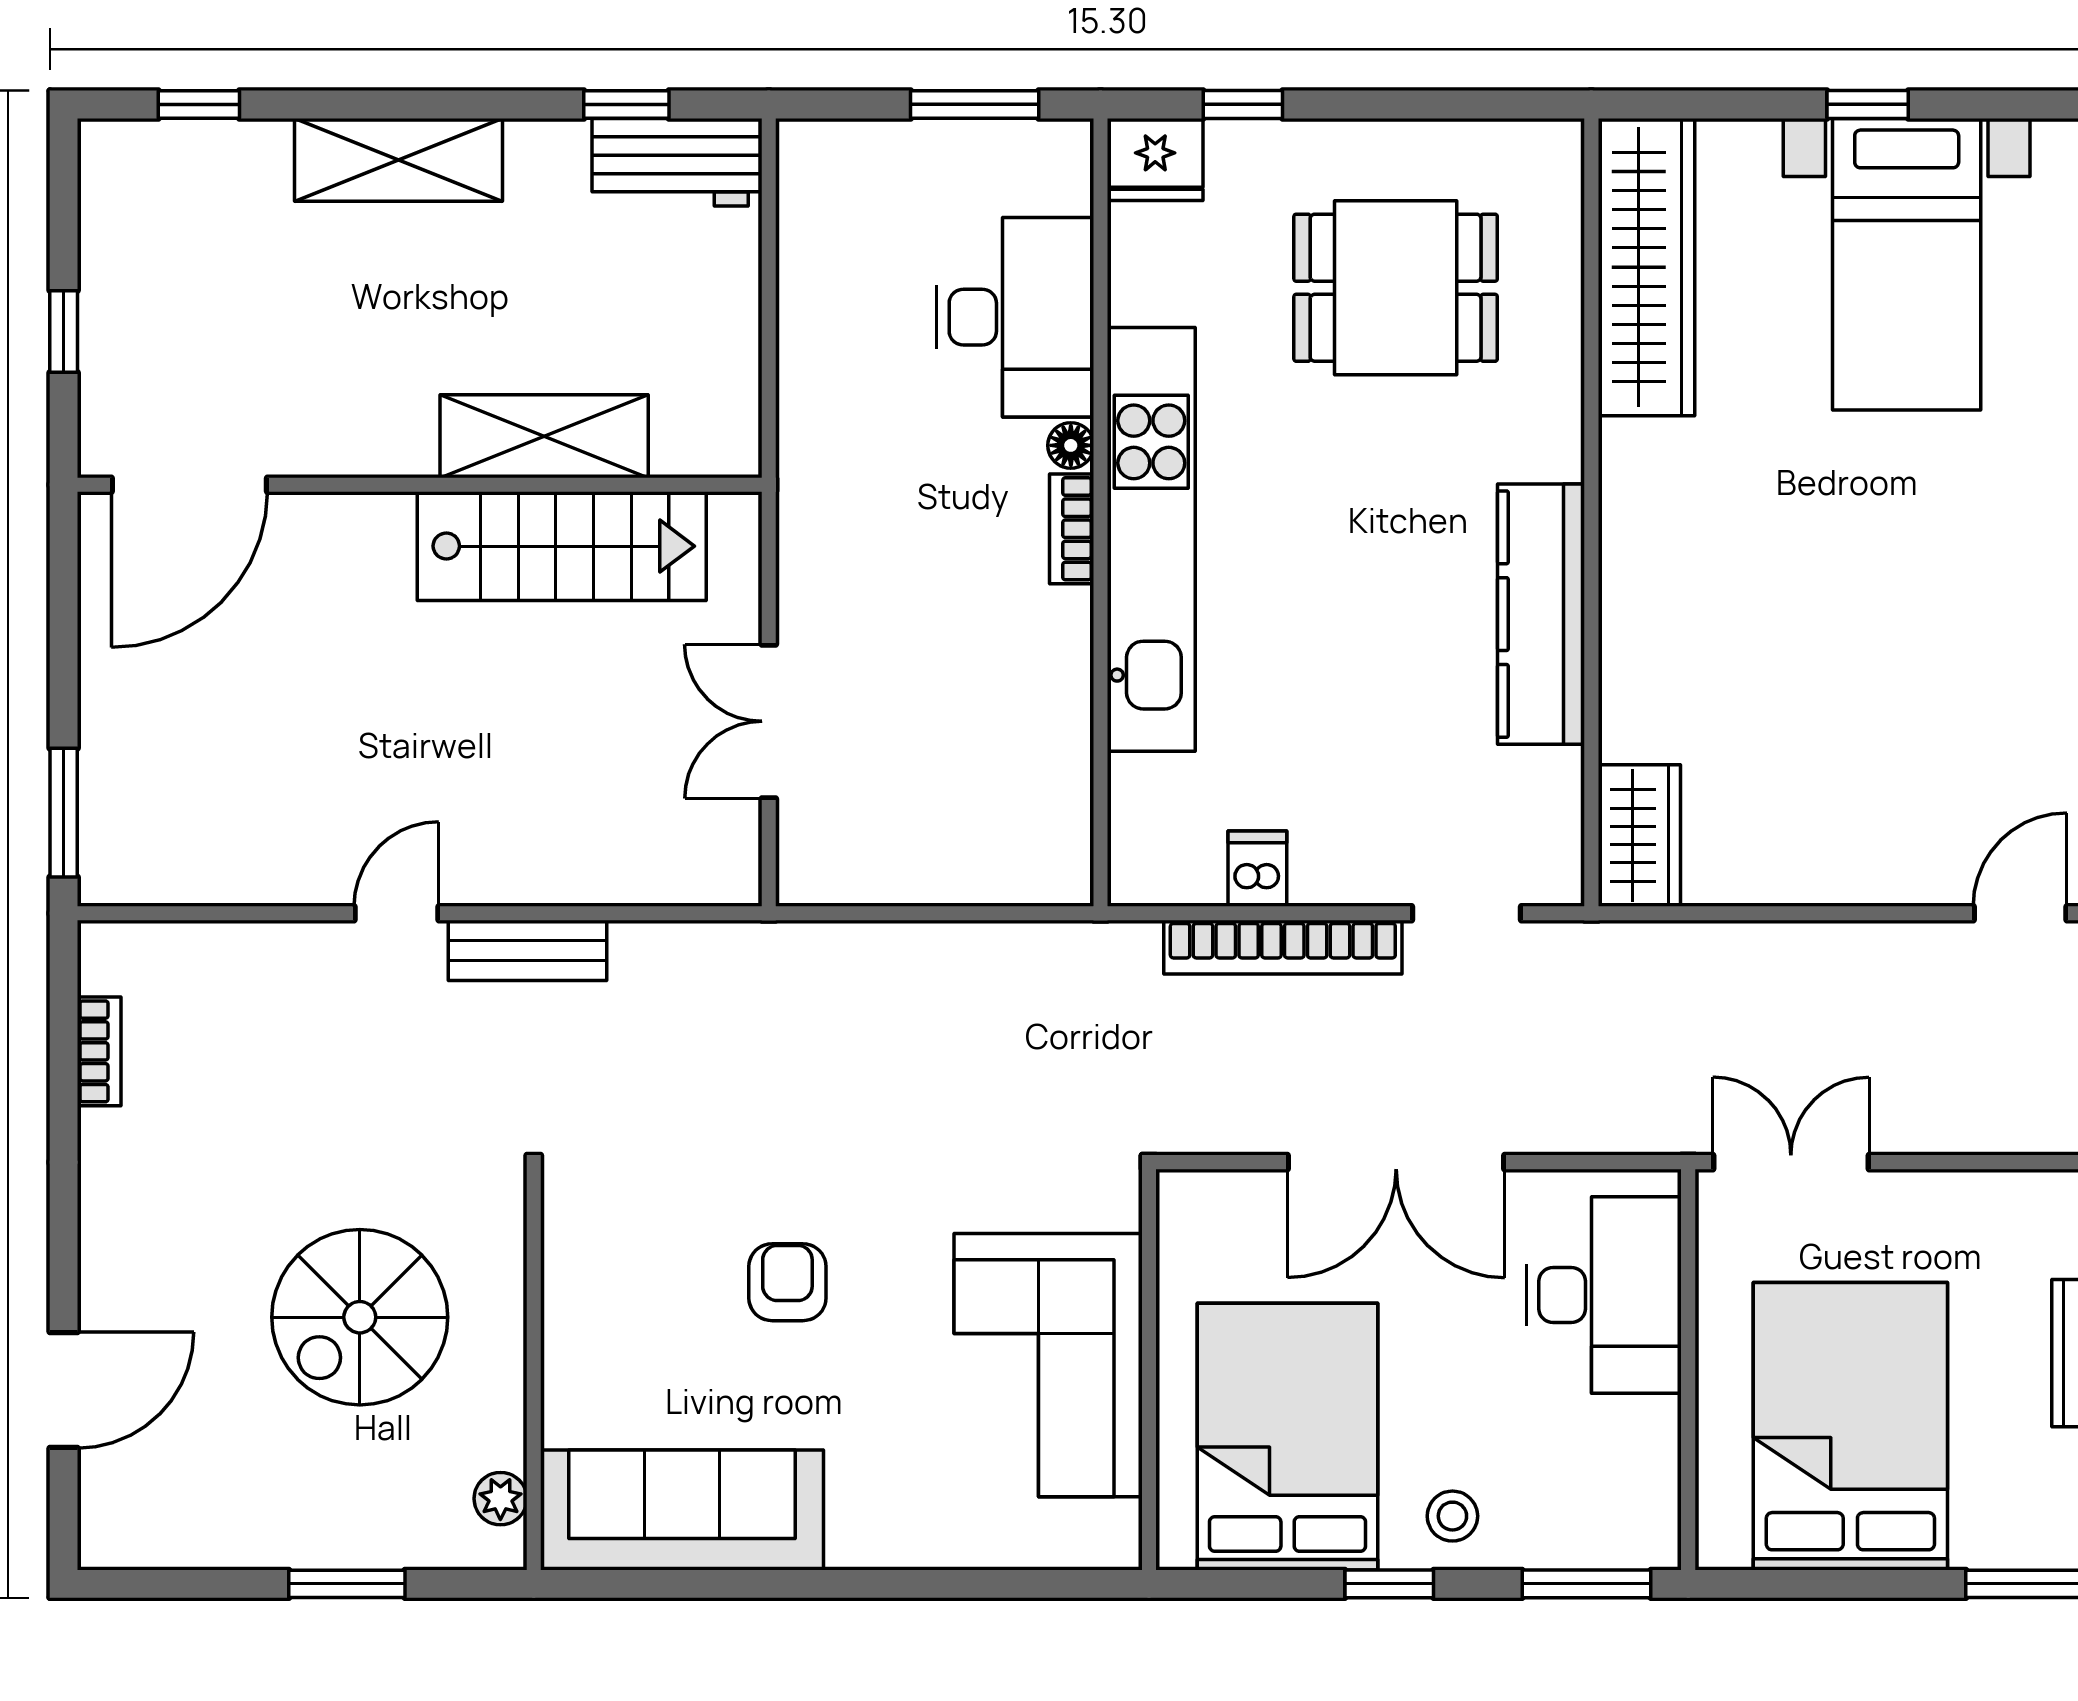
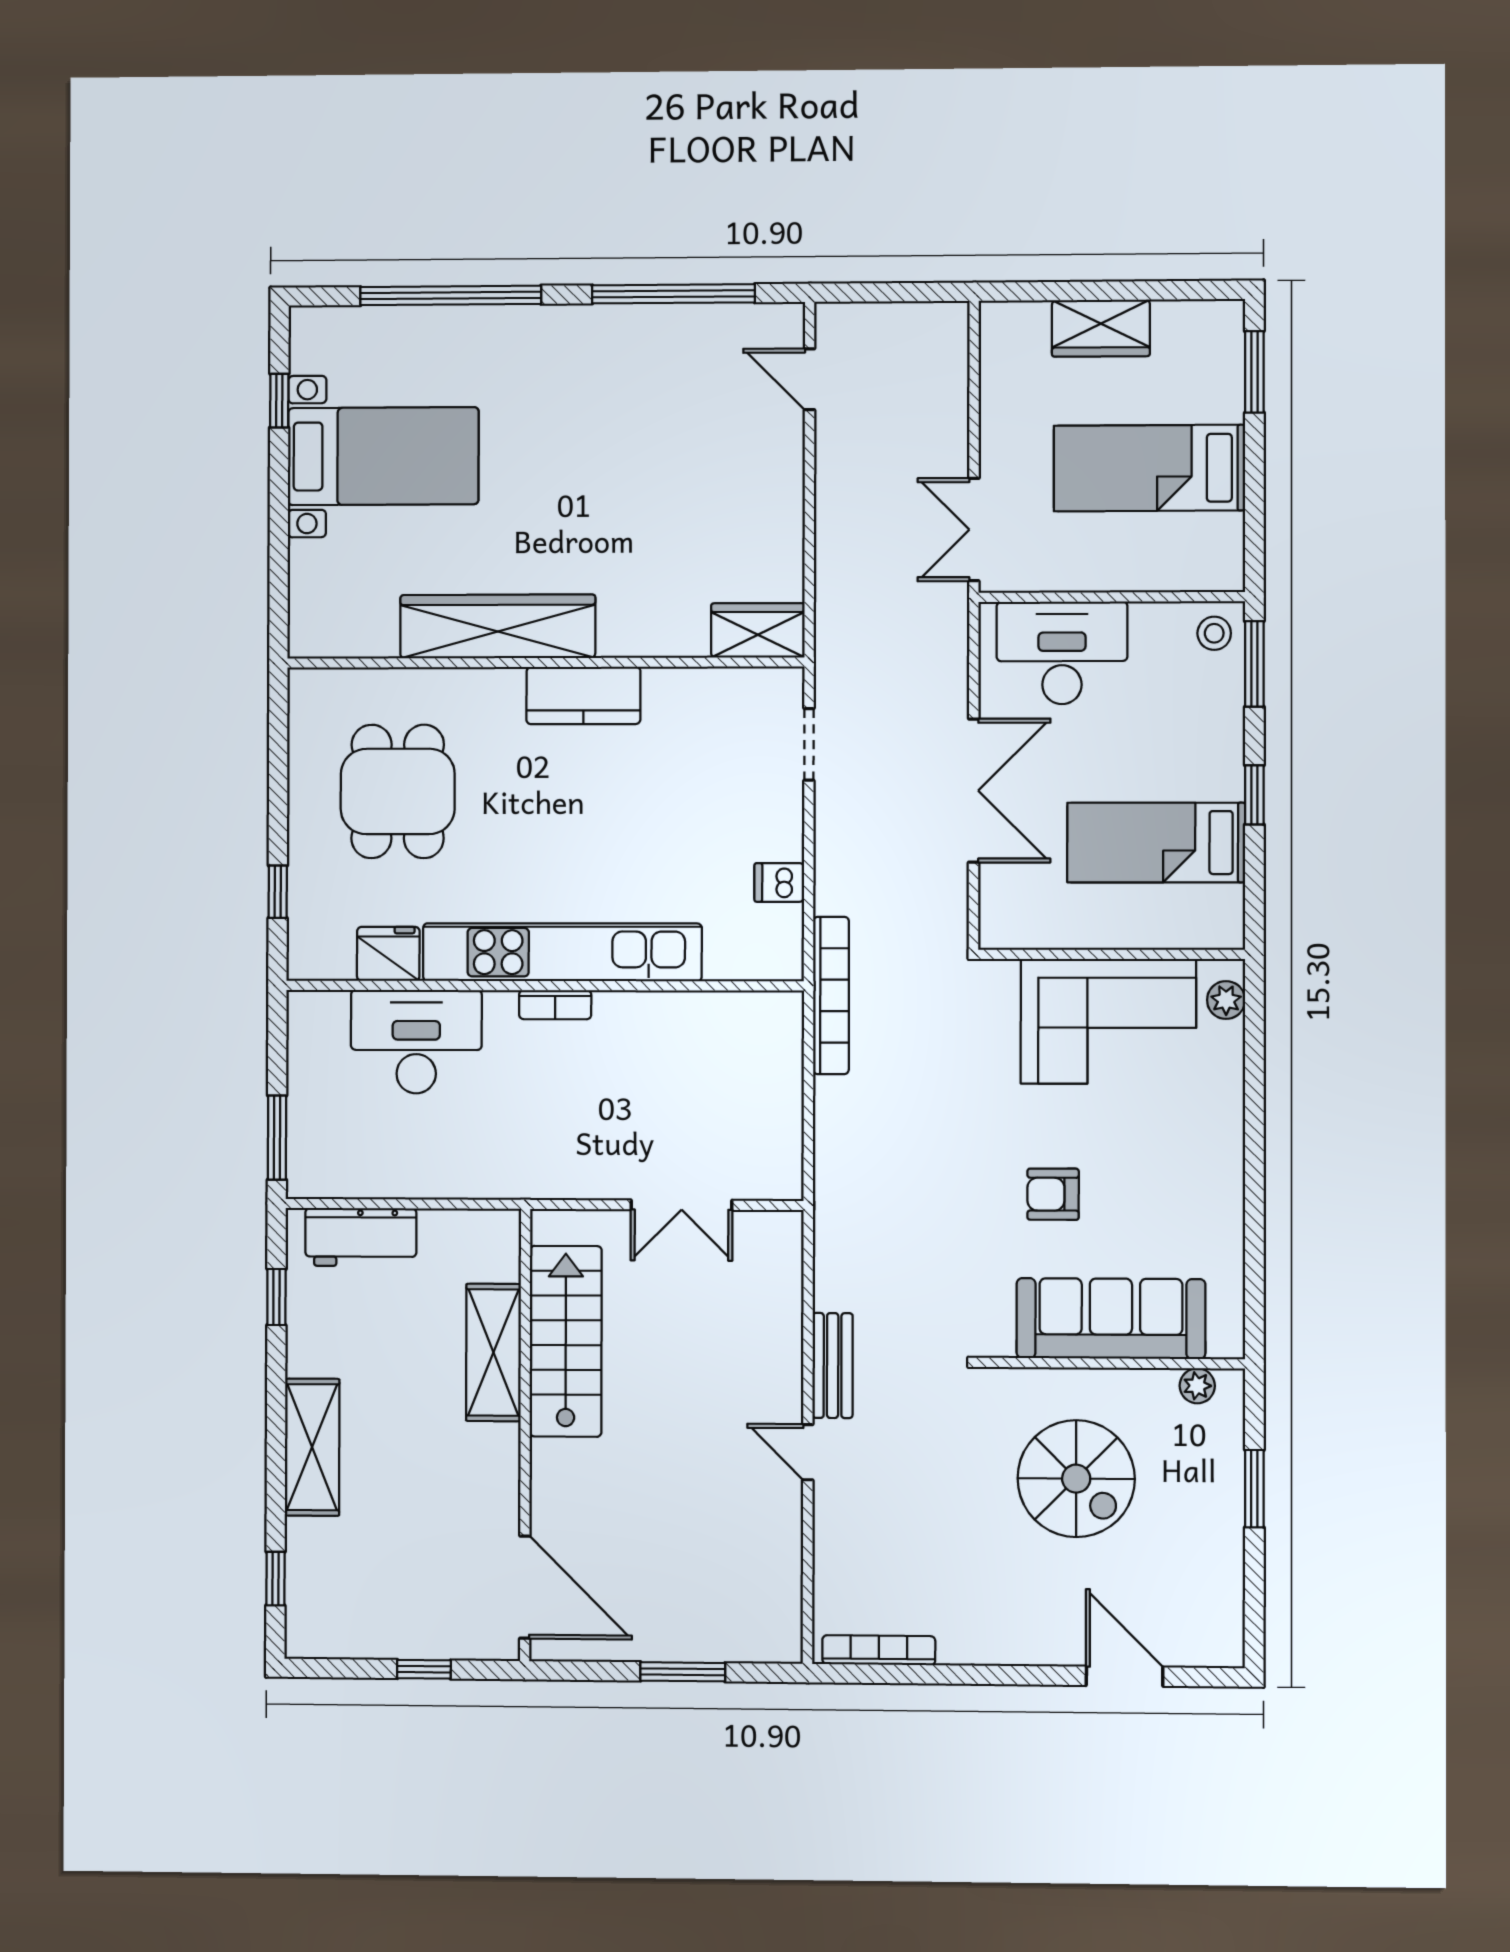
window: (975, 104) -> (277, 1138), moved
window: (1868, 104) -> (279, 401), moved
fridge: (1155, 159) -> (388, 954), moved, turned -90
workbench: (677, 162) -> (361, 1237), moved, turned 90
wardrobe: (1646, 267) -> (498, 626), moved
floor lamp: (1071, 445) -> (500, 1005), removed
kitchen counter: (1541, 614) -> (583, 696), width x0.67
window: (64, 813) -> (683, 1672), moved
bookcase: (1283, 947) -> (831, 995), moved
bookcase: (99, 1051) -> (879, 1650), width x1.56
bed: (1850, 1426) -> (1149, 468), width x0.67
bed: (1288, 1437) -> (1156, 843), width x0.67
sofa: (682, 1510) -> (1111, 1319), moved, turned 90
stool: (1452, 1516) -> (1214, 633), moved
plant: (1080, 1542) -> (1226, 1000), added

